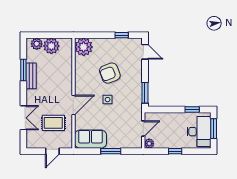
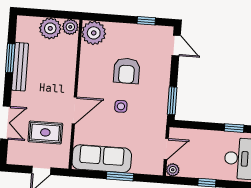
plant: (37, 44) -> (70, 27), moved
armchair: (110, 73) -> (127, 71), turned -69
bench: (31, 76) -> (20, 67), width x1.36
sofa: (91, 139) -> (102, 159), width x1.36

